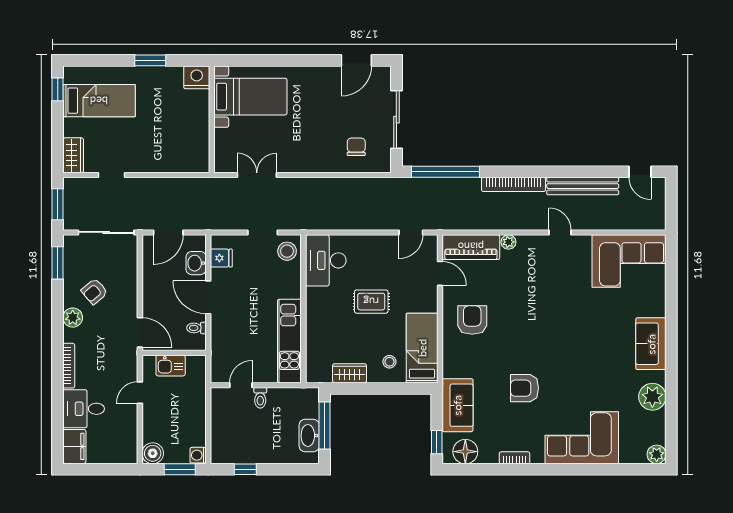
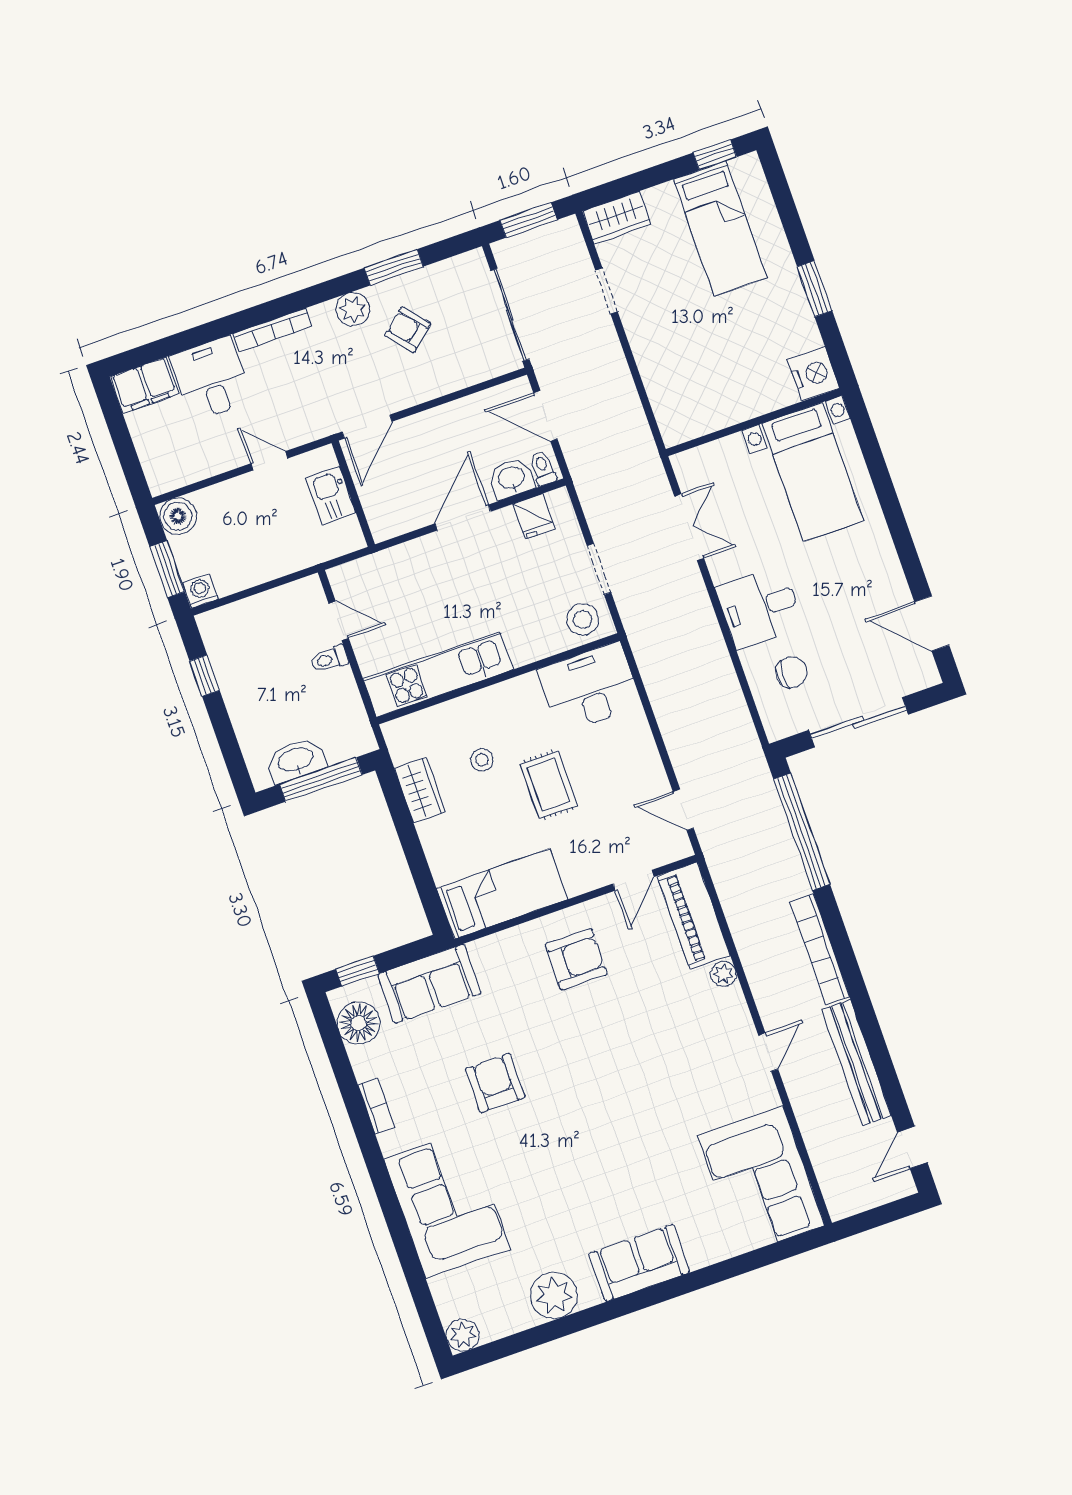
desk: (314, 152) -> (759, 607), added
window: (58, 263) -> (394, 267), moved
toilet: (196, 328) -> (543, 468), moved
stool: (389, 362) -> (482, 760), moved

